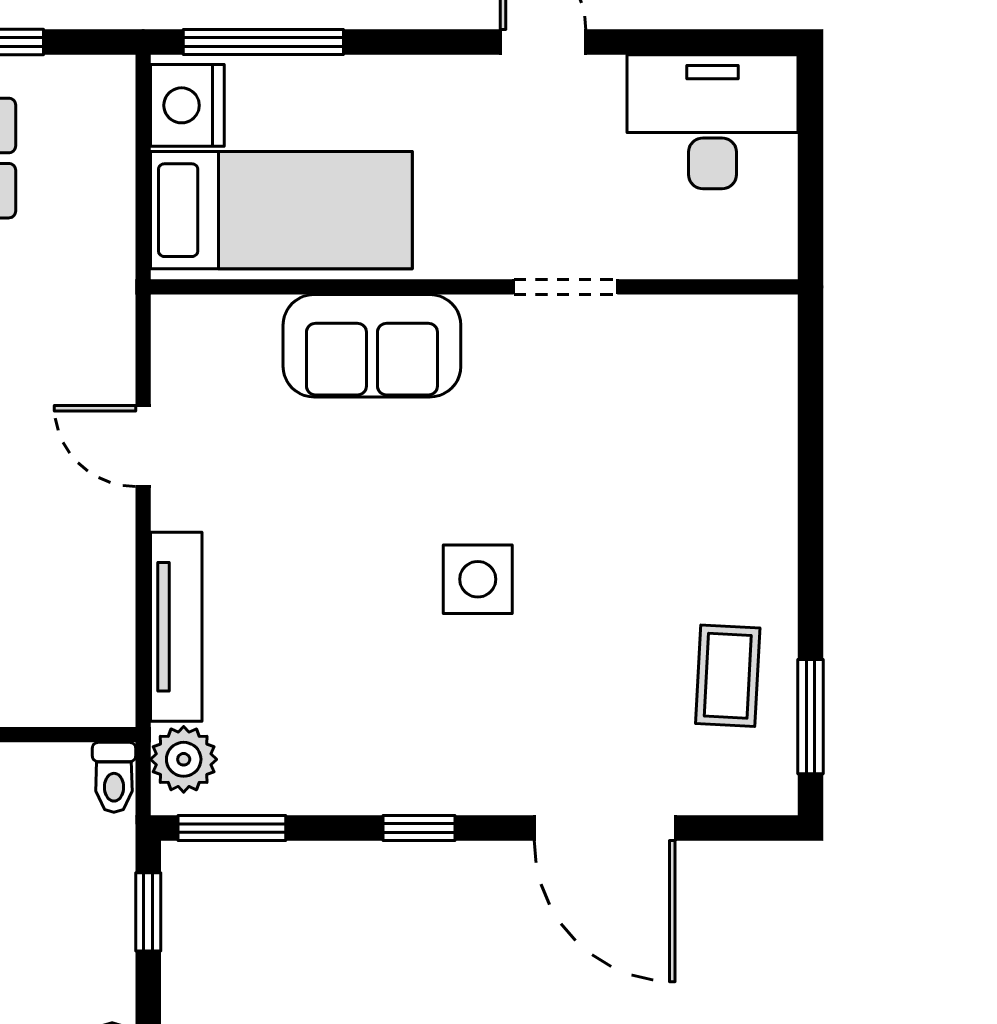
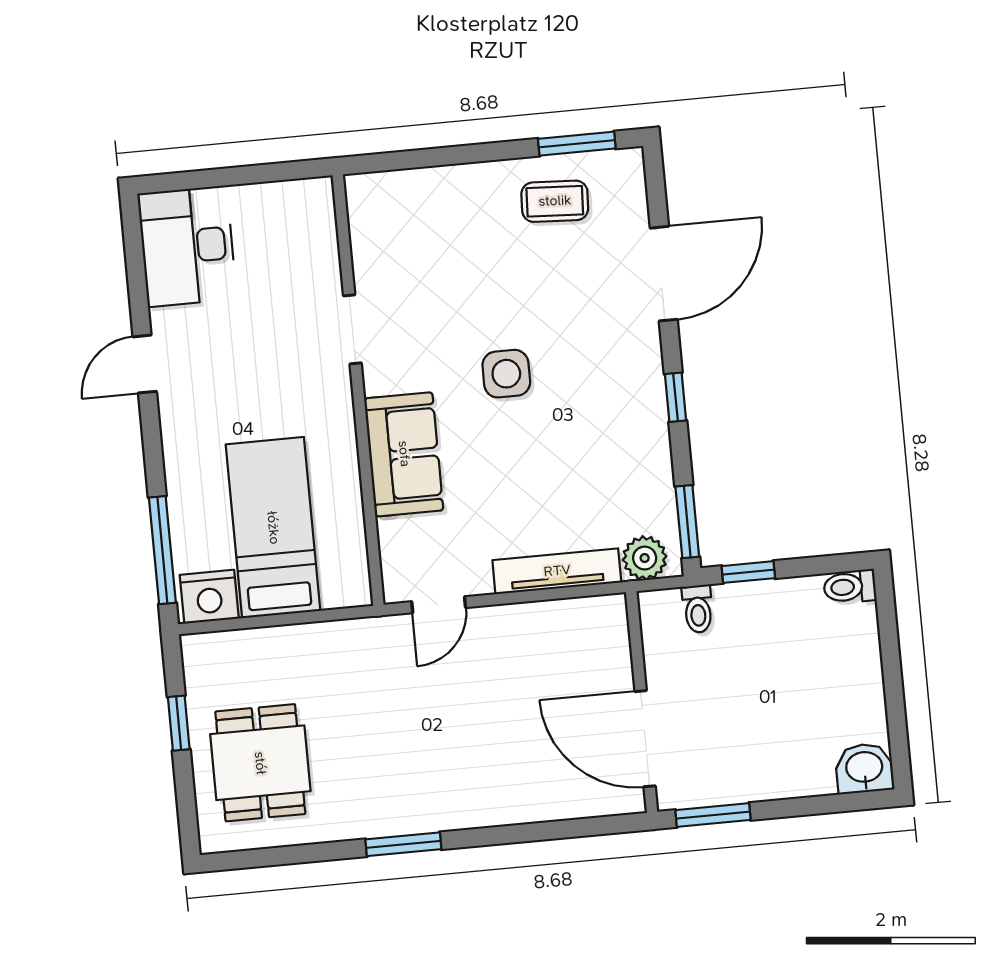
wall: (474, 287) -> (358, 390), moved
doorway: (566, 287) -> (352, 329), moved
sofa: (372, 346) -> (404, 454), moved
toilet: (114, 777) -> (698, 609), moved, turned 90

